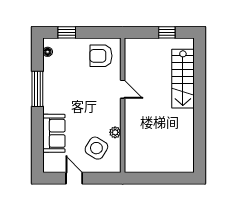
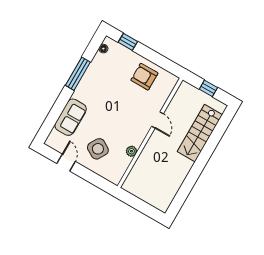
door: (123, 89) -> (157, 120), moved
wall: (123, 105) -> (150, 133), moved
plant: (115, 132) -> (131, 151), moved

